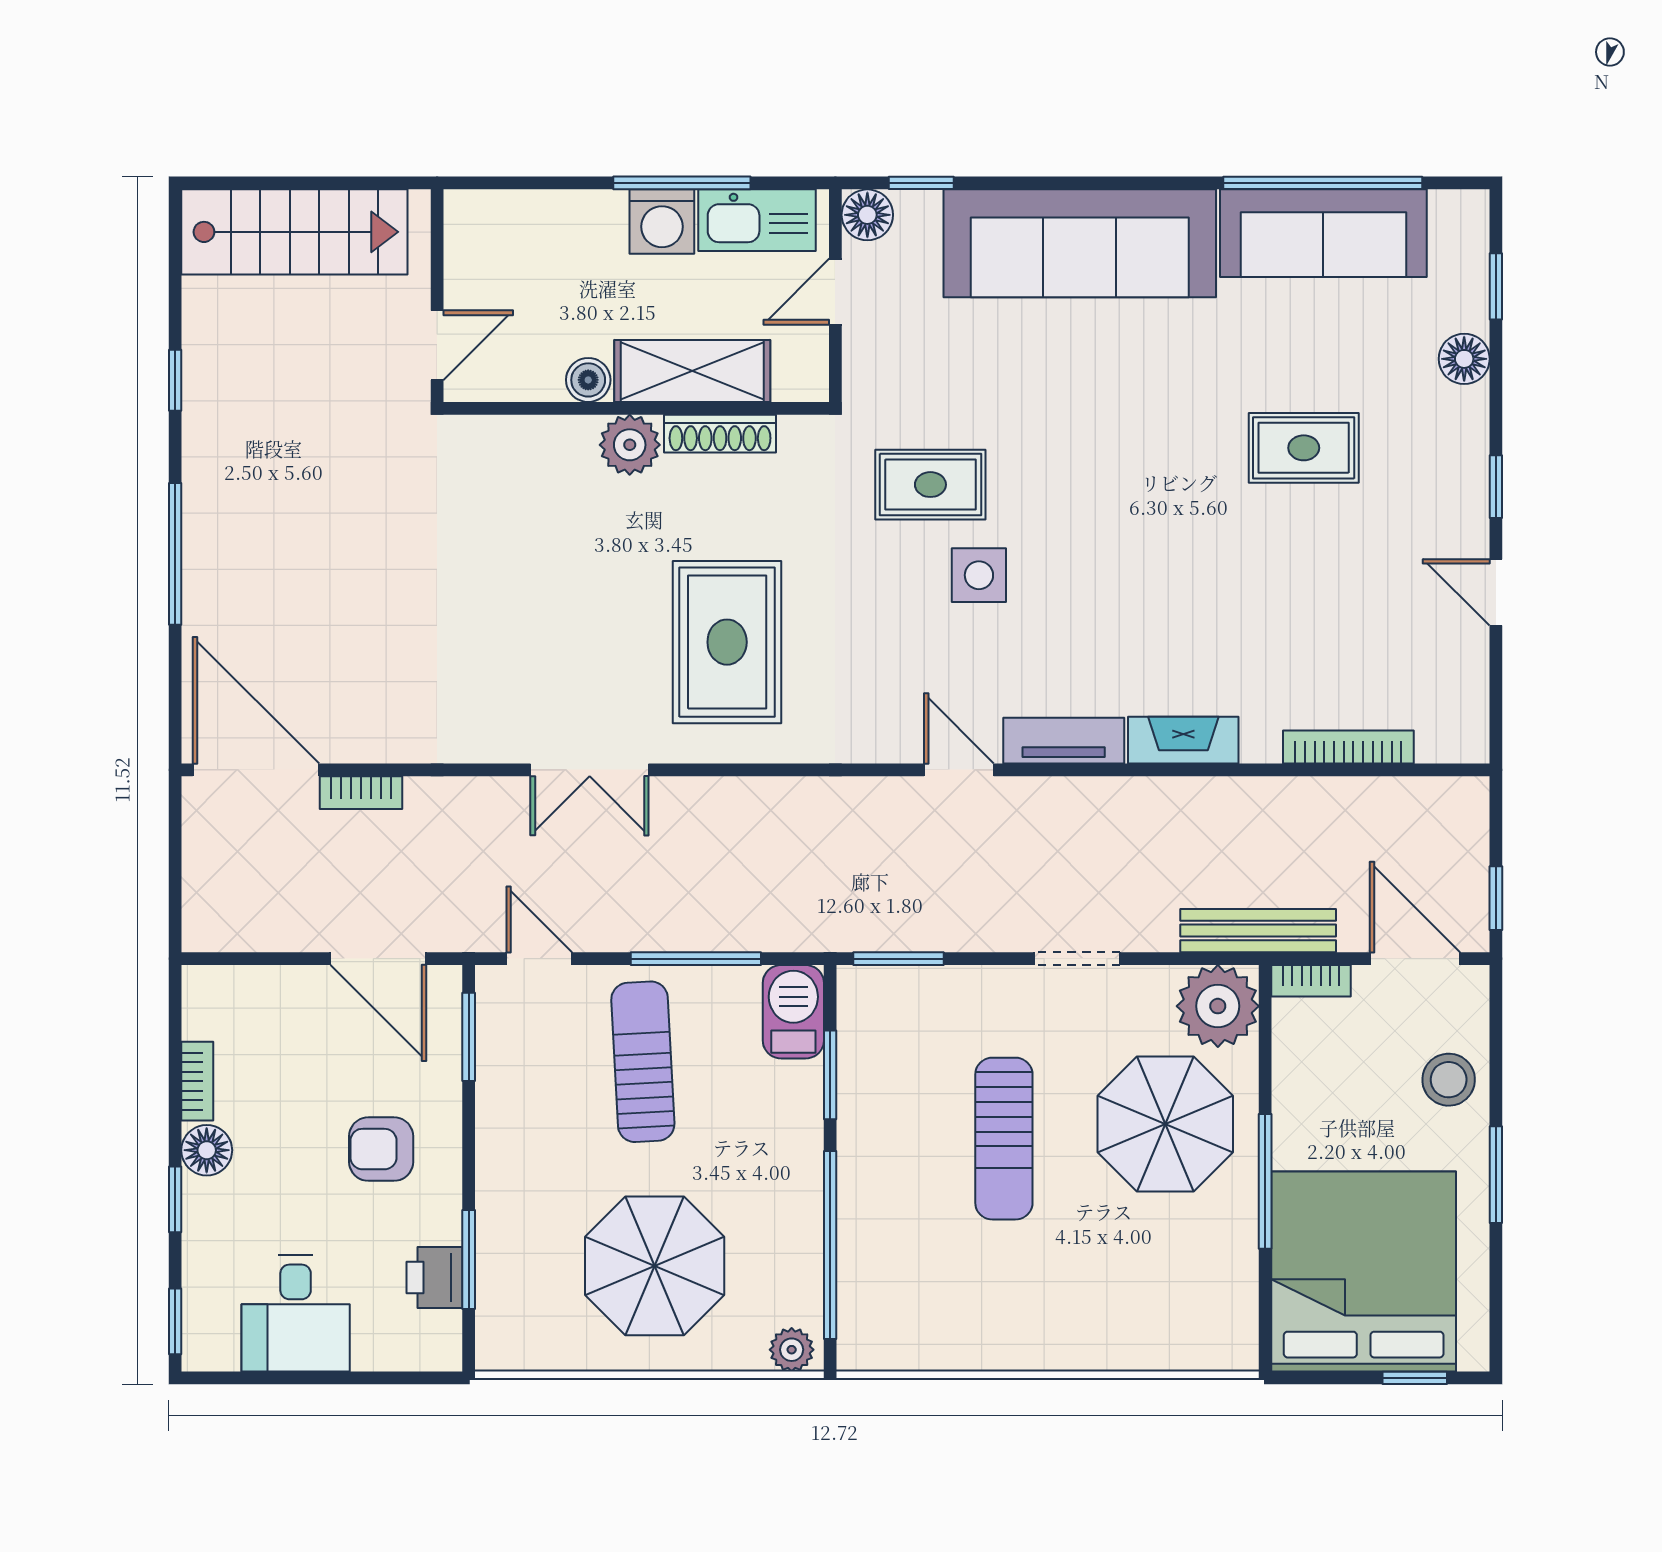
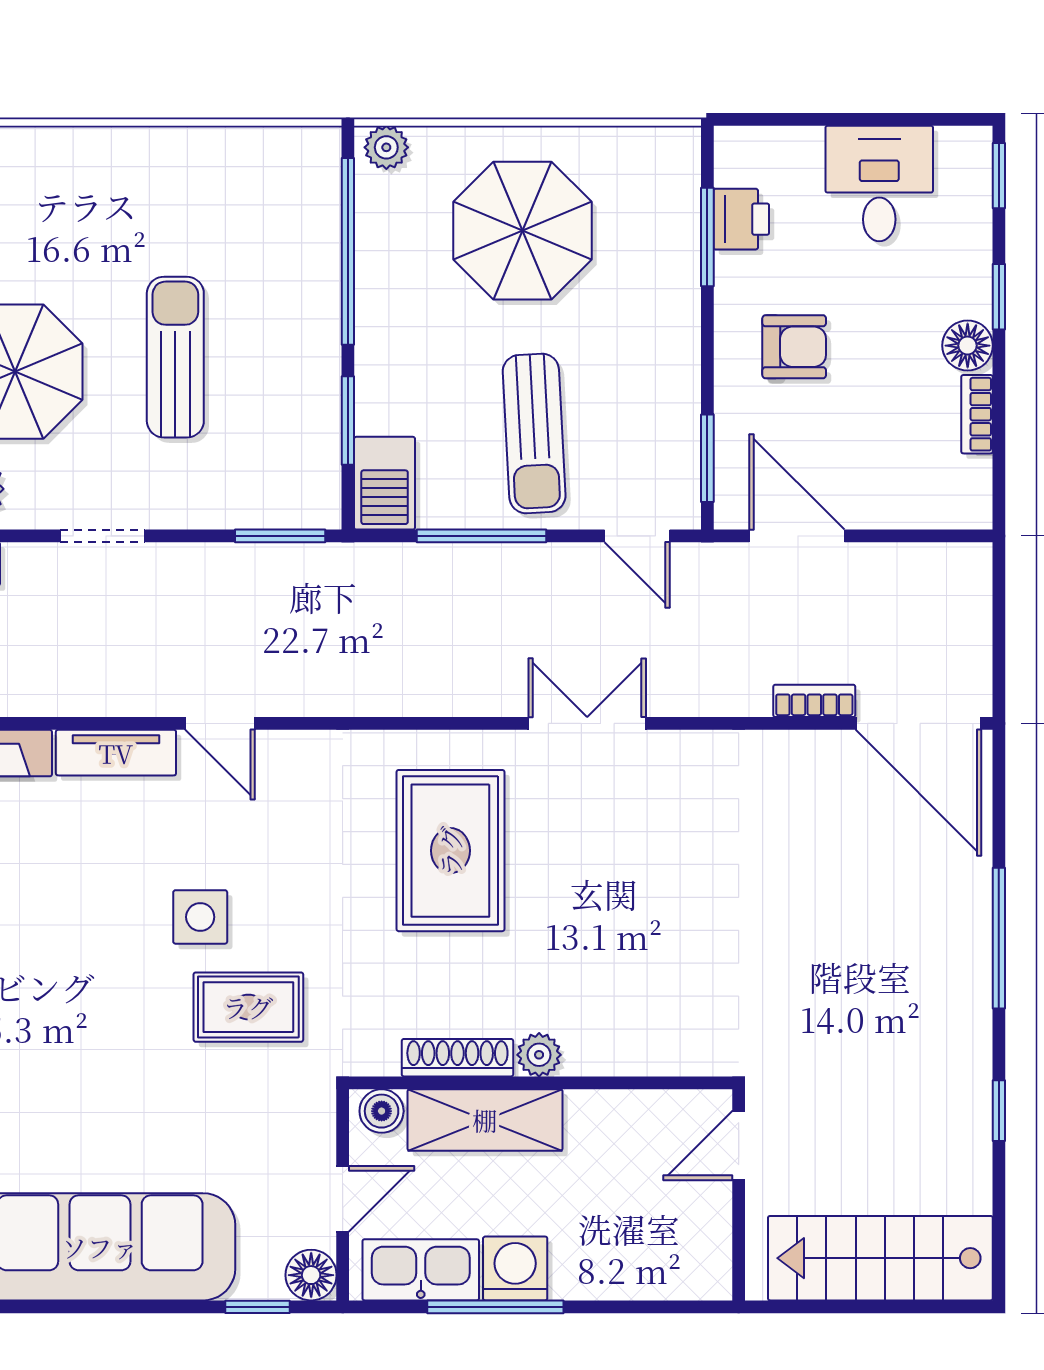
boiler: (588, 380) -> (382, 1111), moved
plant: (630, 445) -> (539, 1055), width x0.73, depth x0.73

